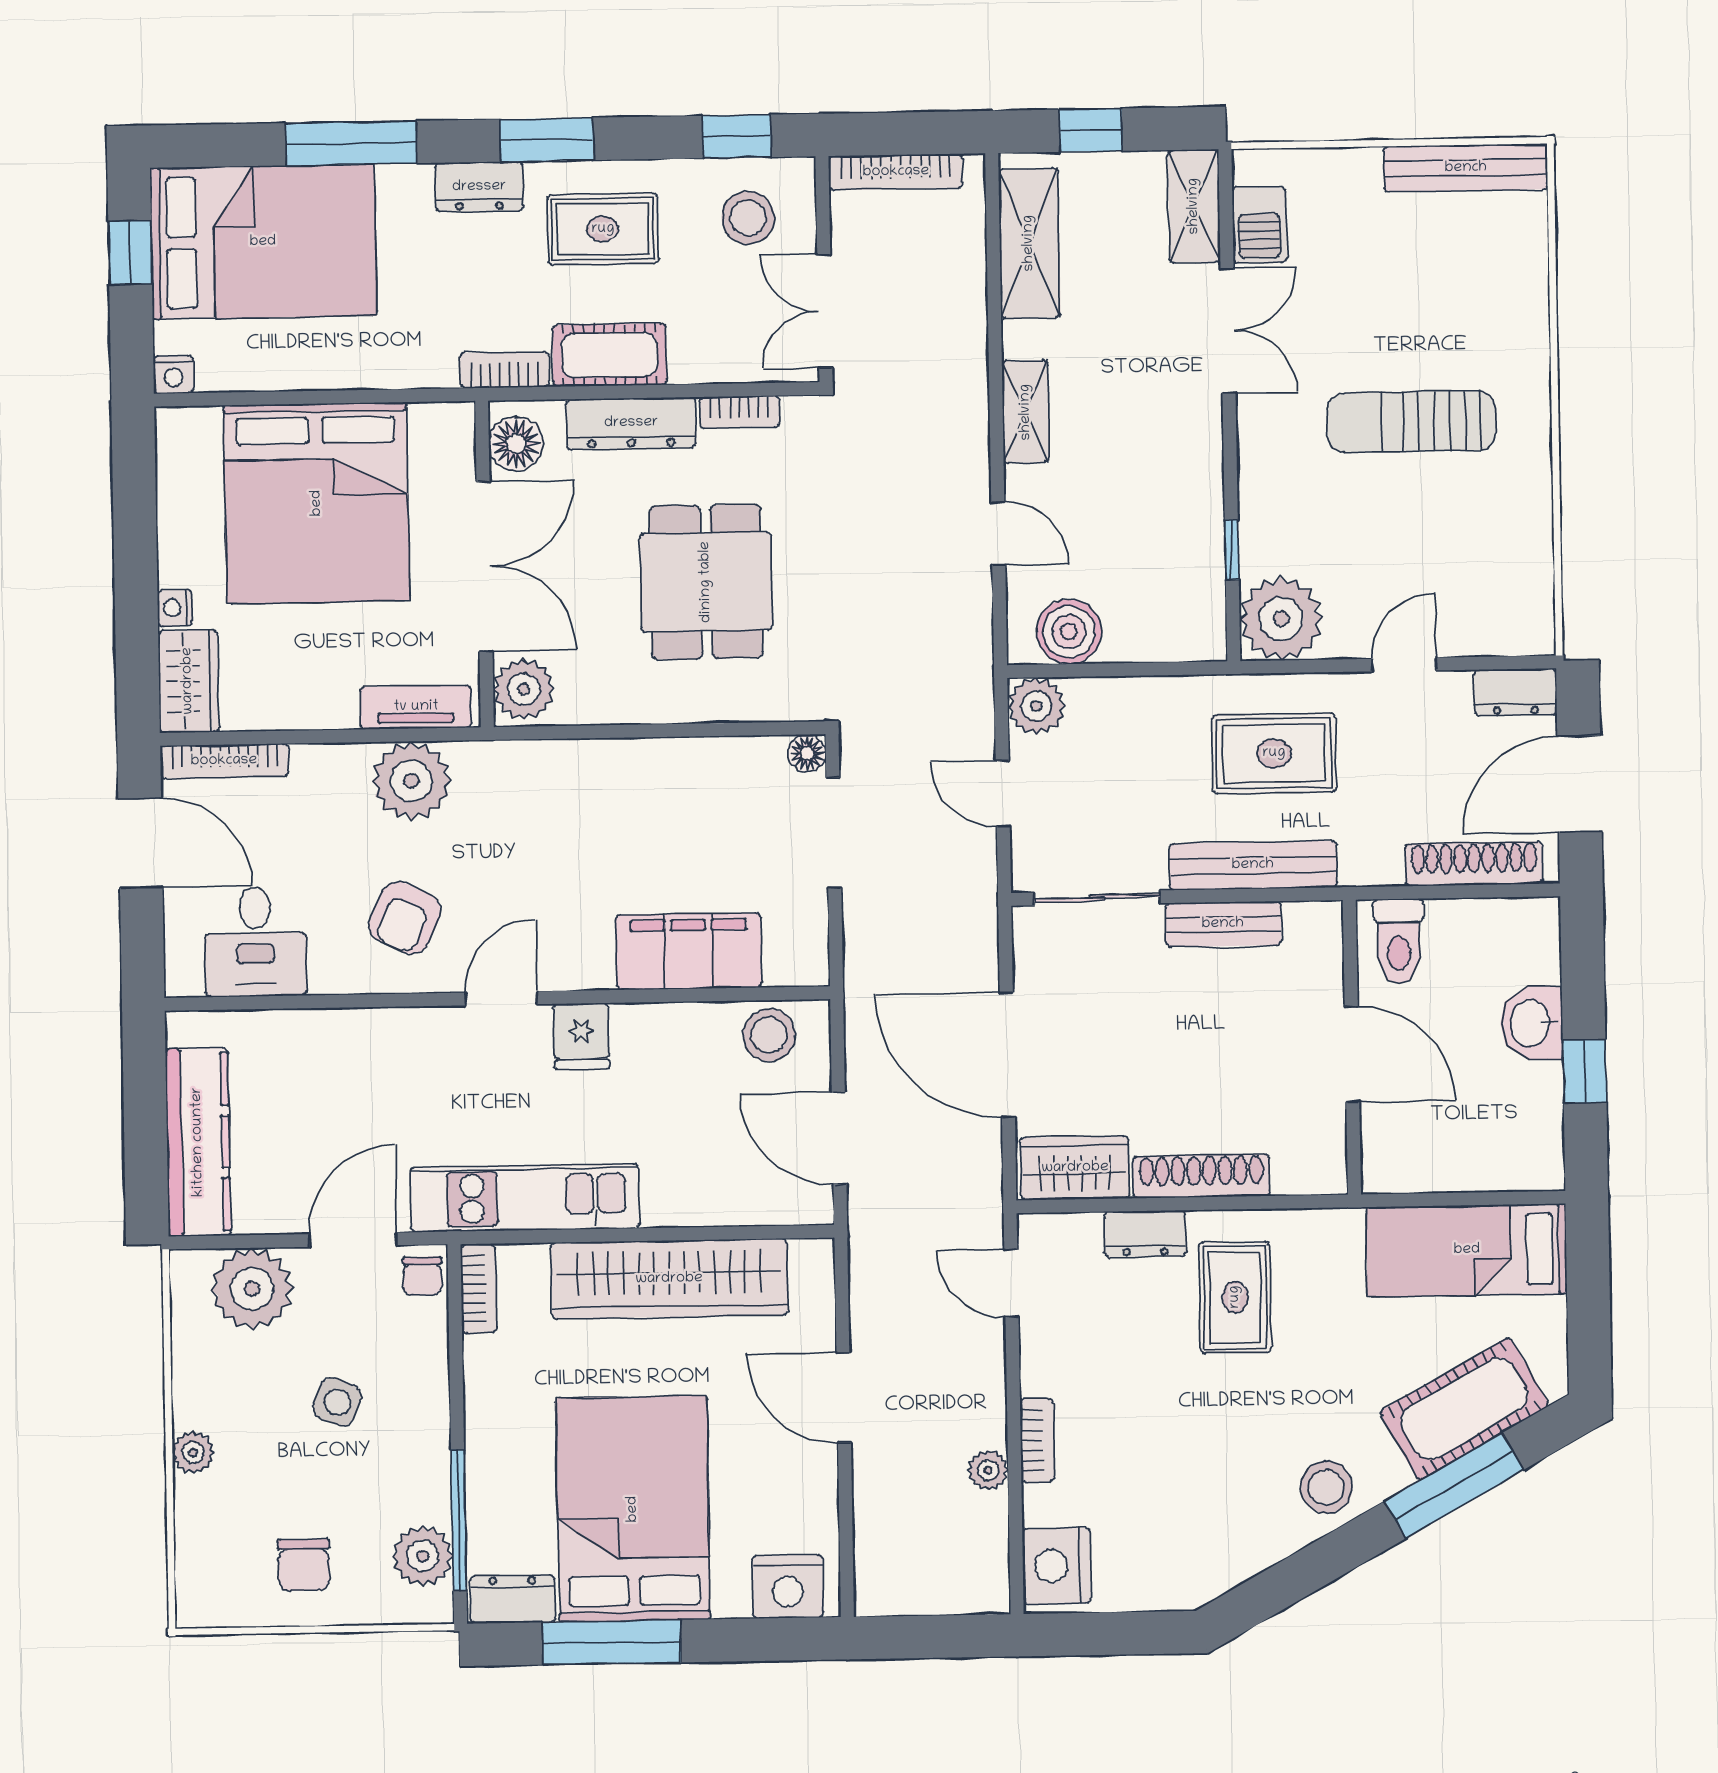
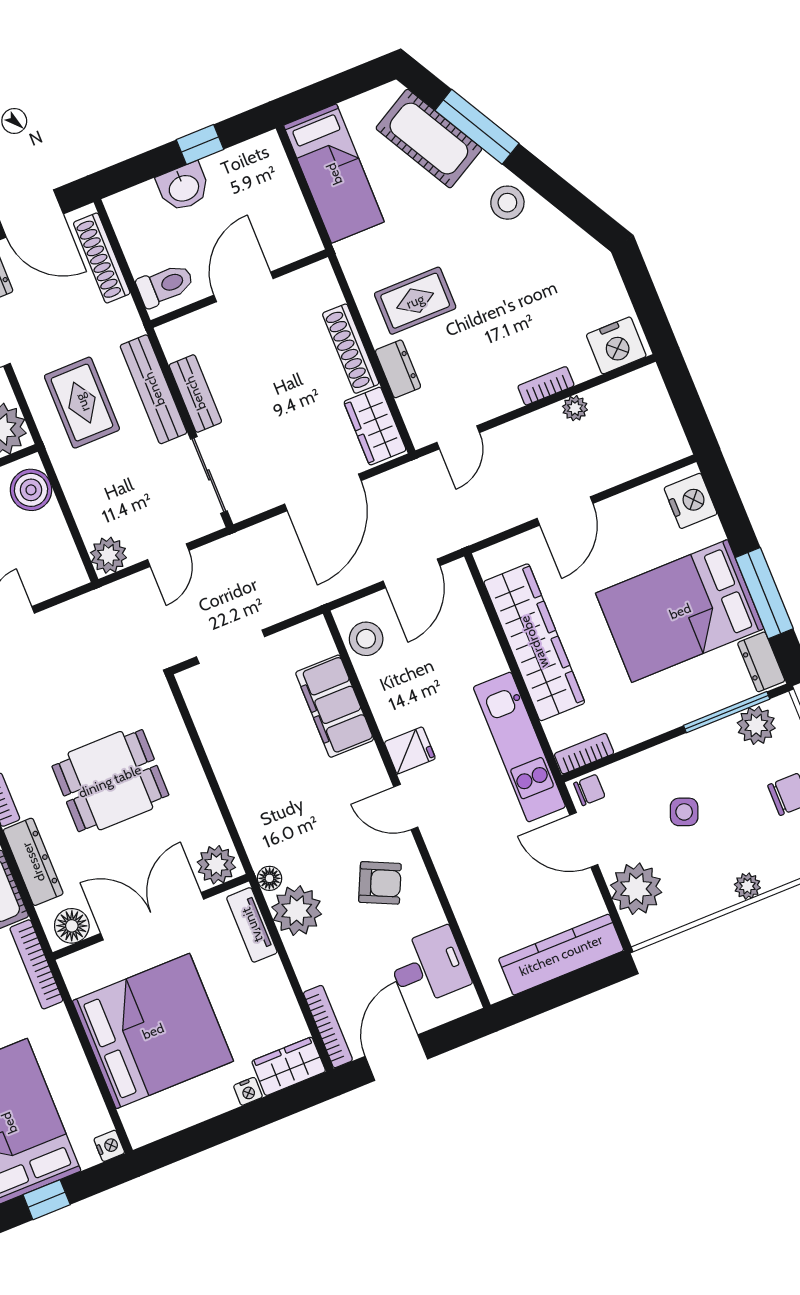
bookcase: (504, 370) -> (36, 964), width x1.56
boiler: (1069, 632) -> (31, 490), moved
floor lamp: (807, 753) -> (269, 878), moved

